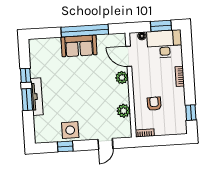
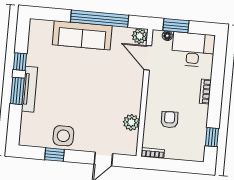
window: (161, 26) -> (176, 26), moved
sofa: (79, 46) -> (82, 35), width x1.36
plant: (122, 78) -> (140, 36), moved

